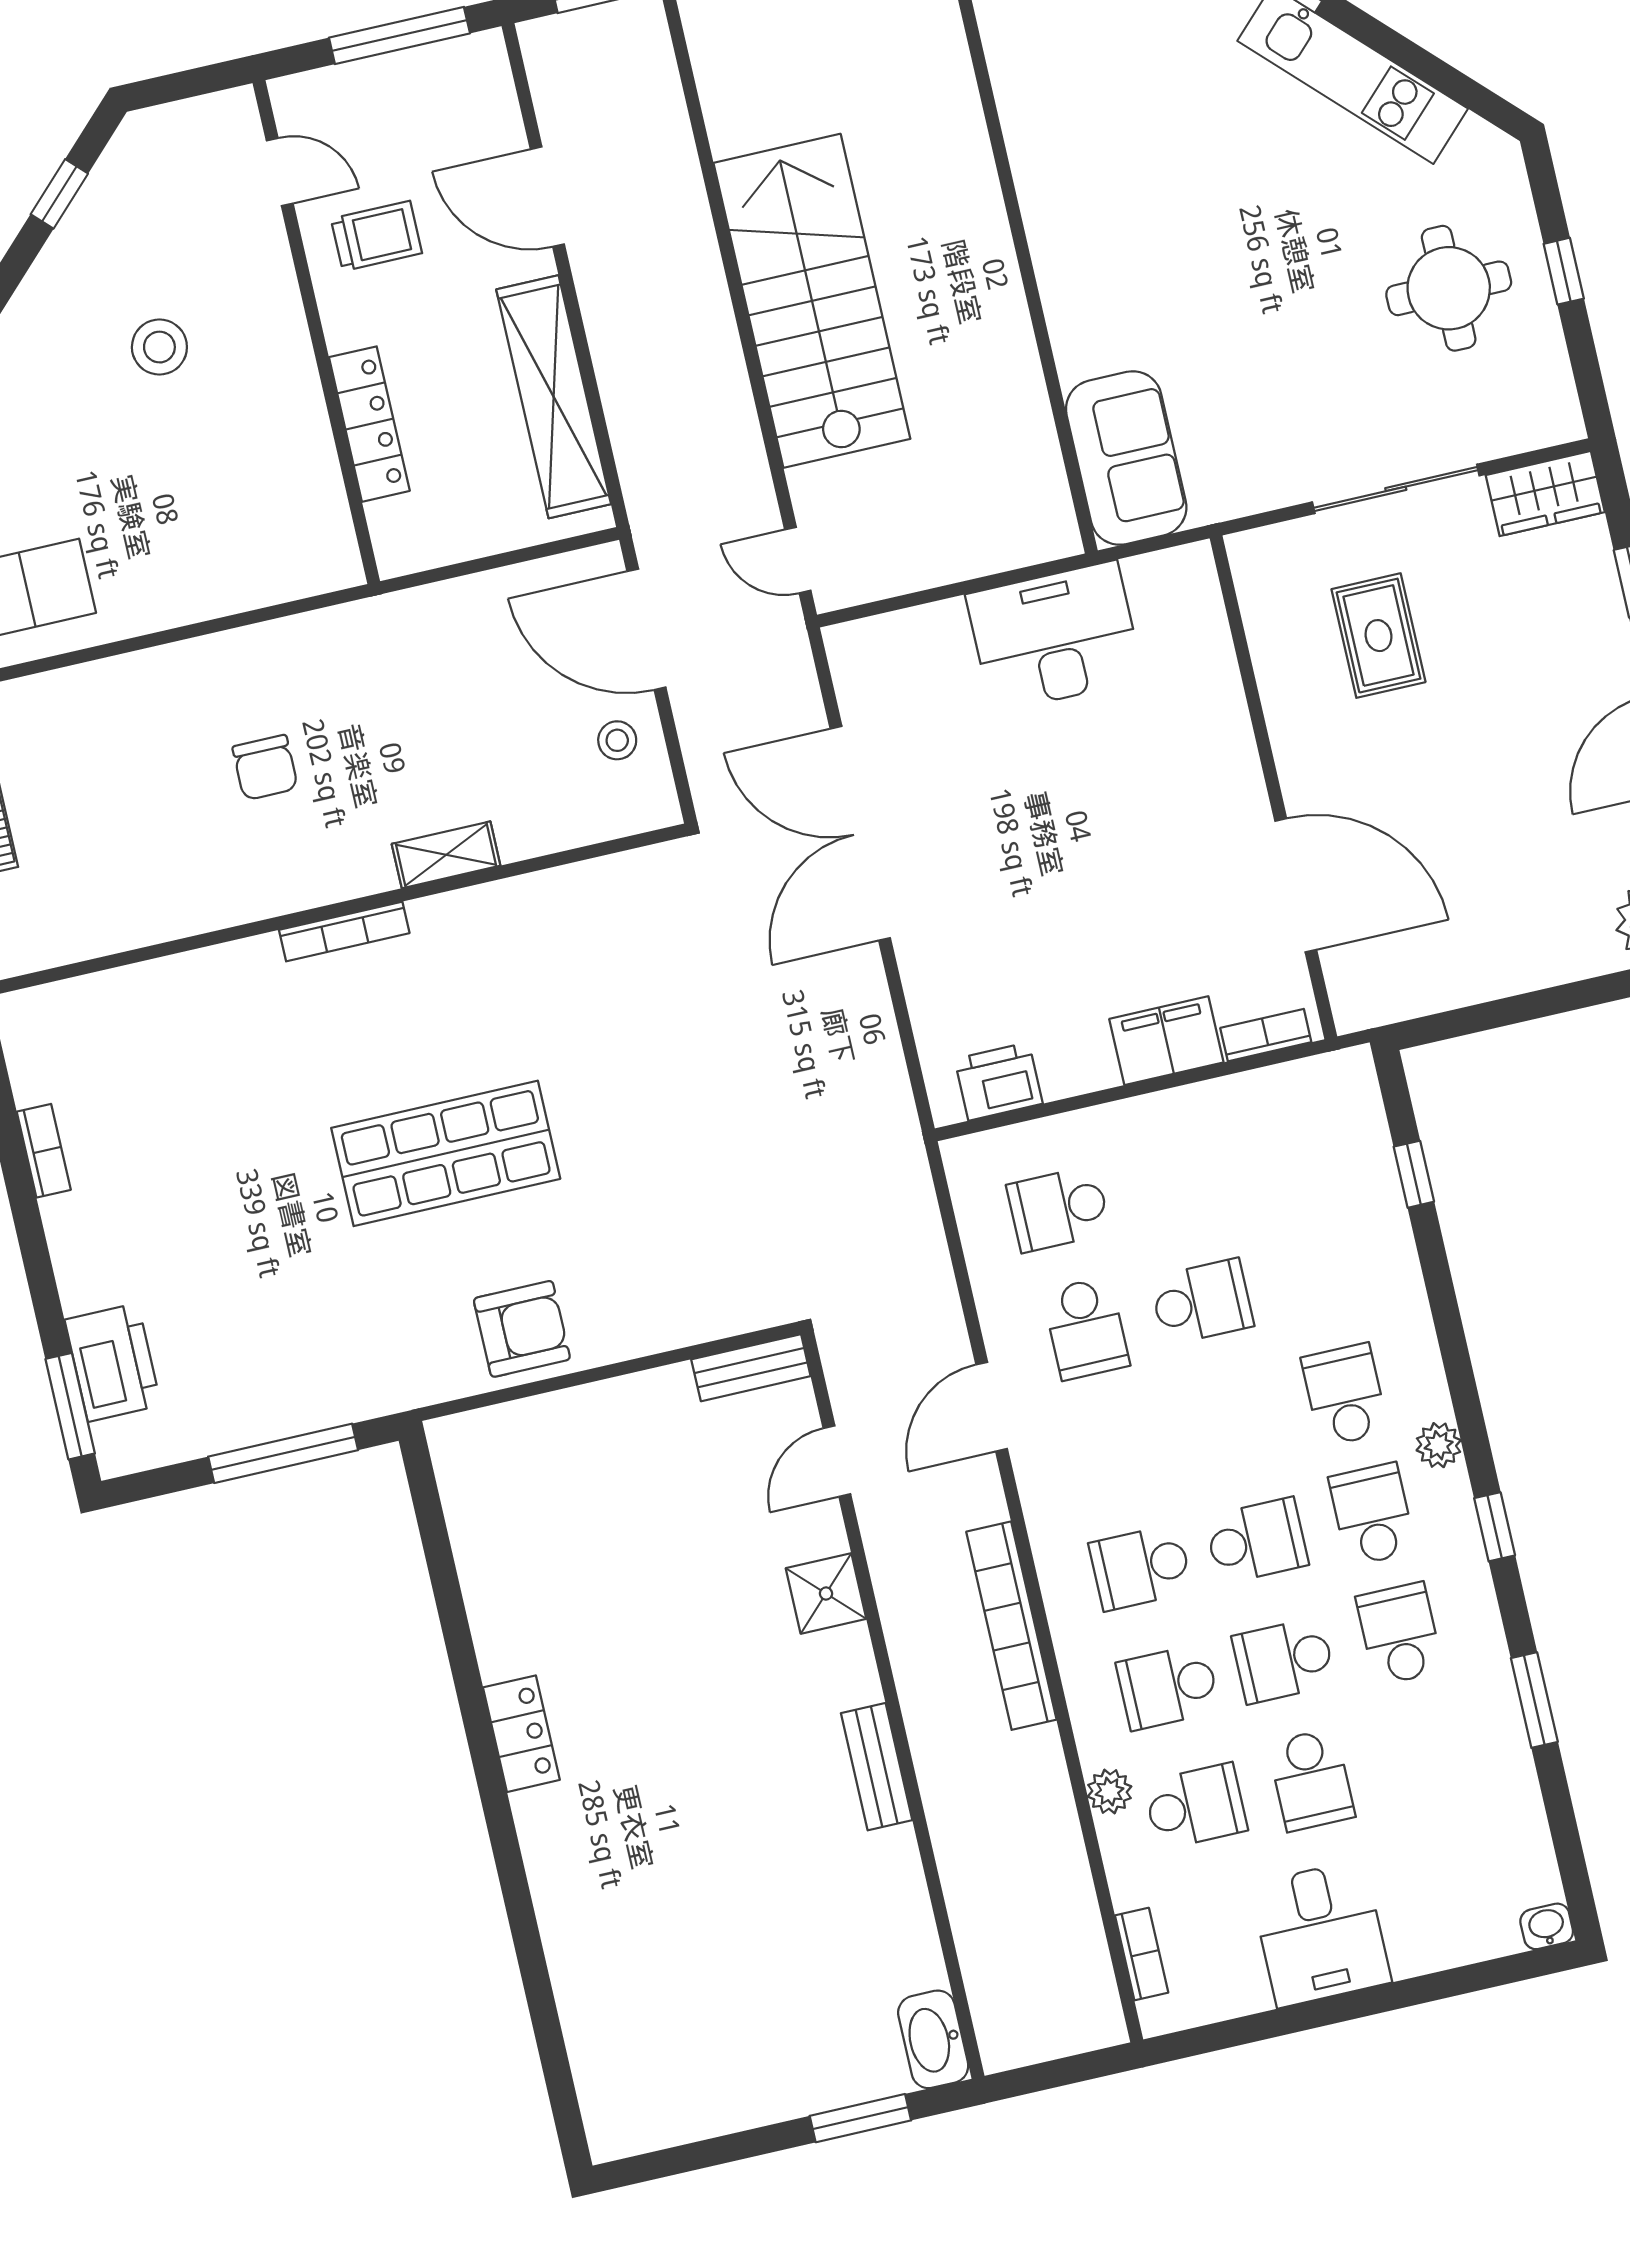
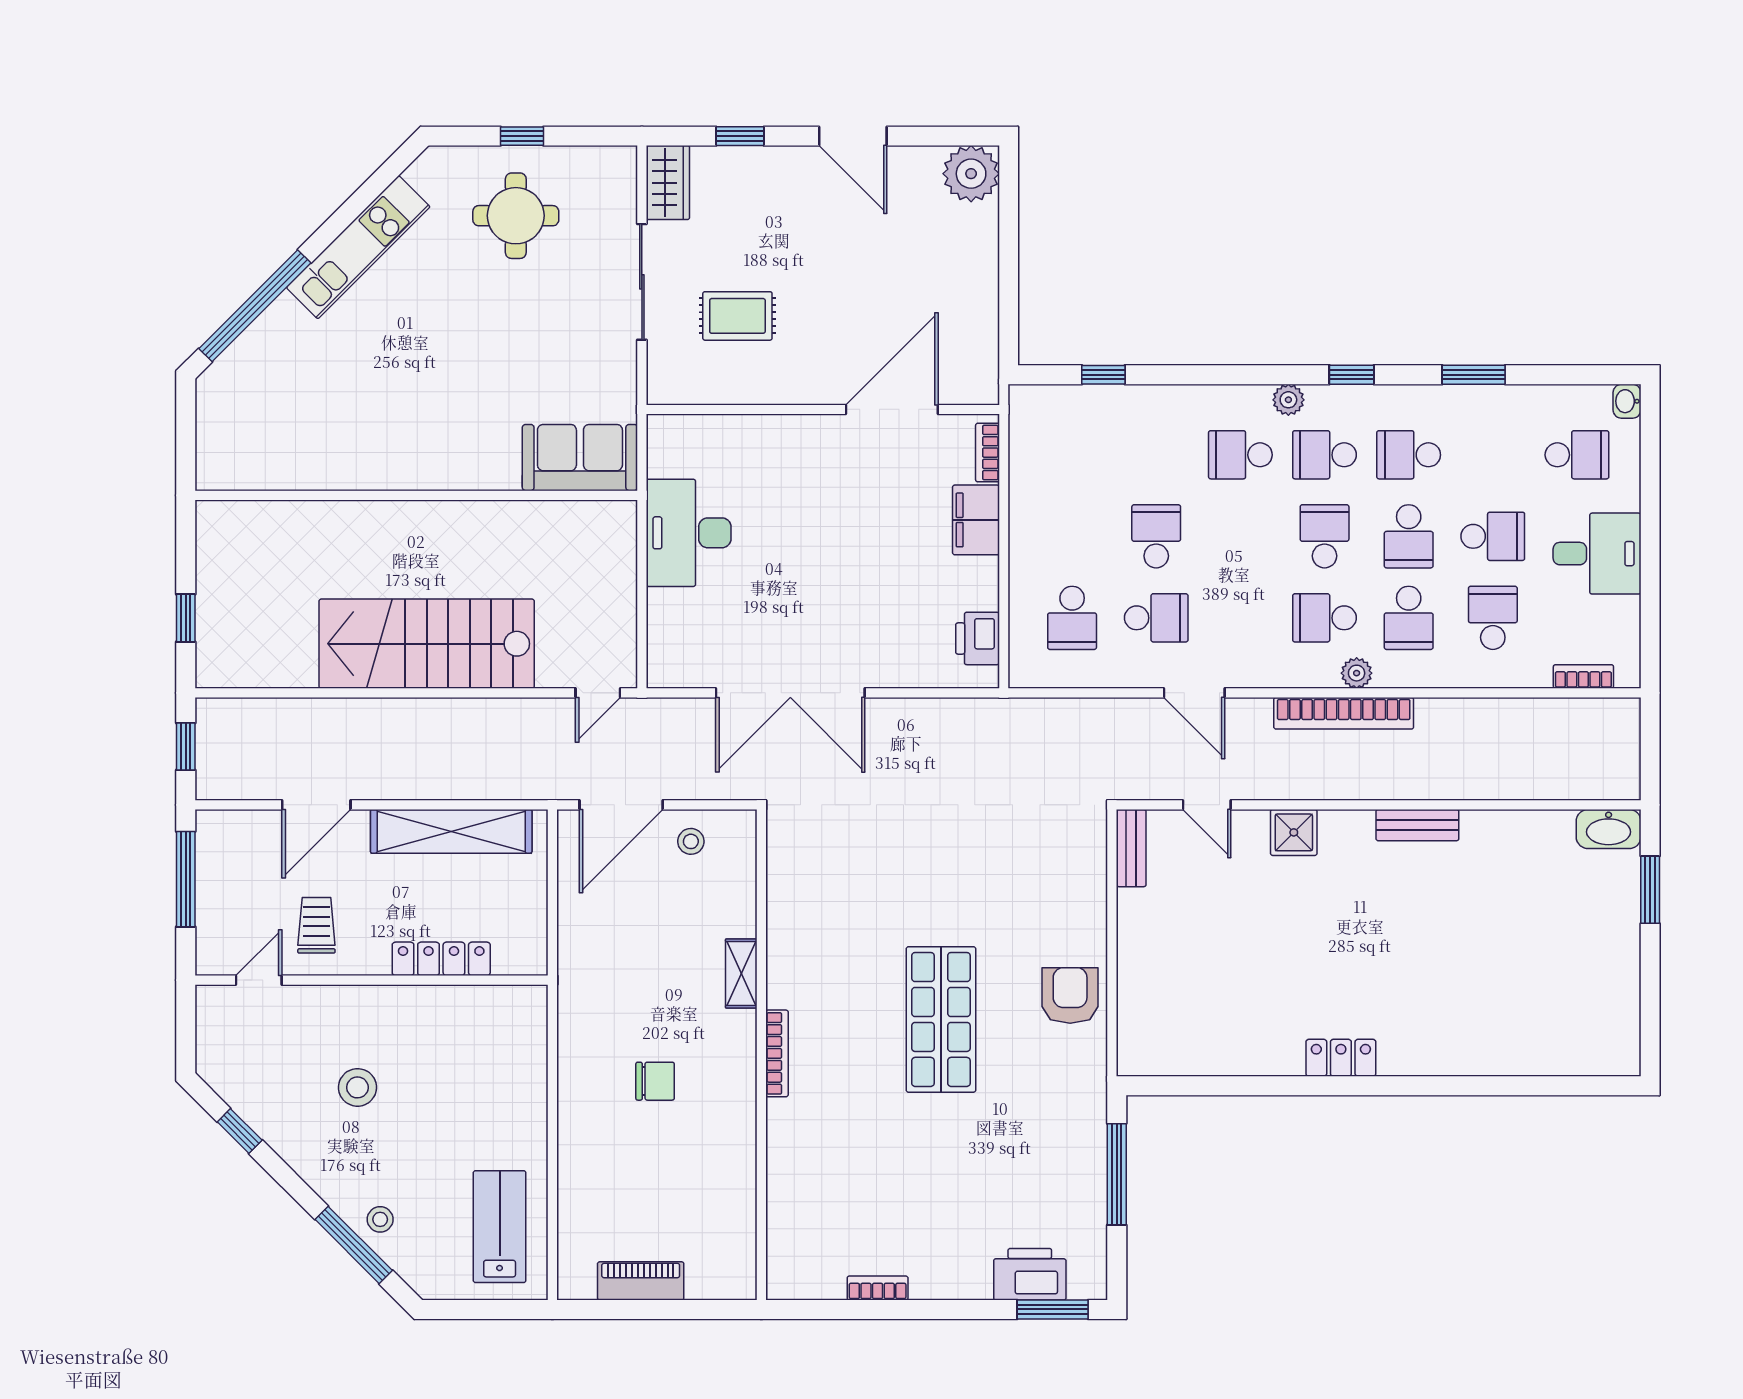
school desk: (1141, 1567) -> (1325, 618), turned 90
plant: (1110, 1792) -> (1357, 673), moved
school desk: (1454, 1873) -> (1577, 455), added

